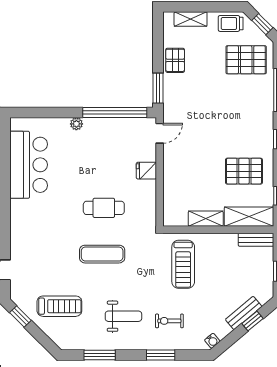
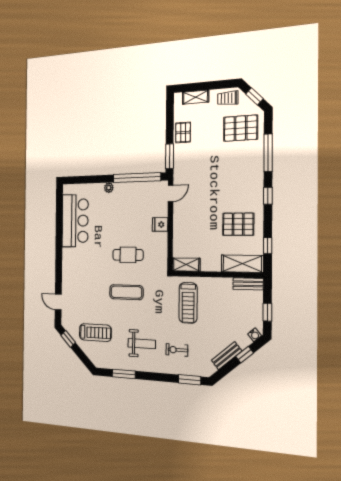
shelving: (206, 219) -> (186, 265), moved
bench: (244, 313) -> (227, 356), moved
water cooler: (212, 341) -> (255, 335), moved
window: (161, 355) -> (190, 380), moved

